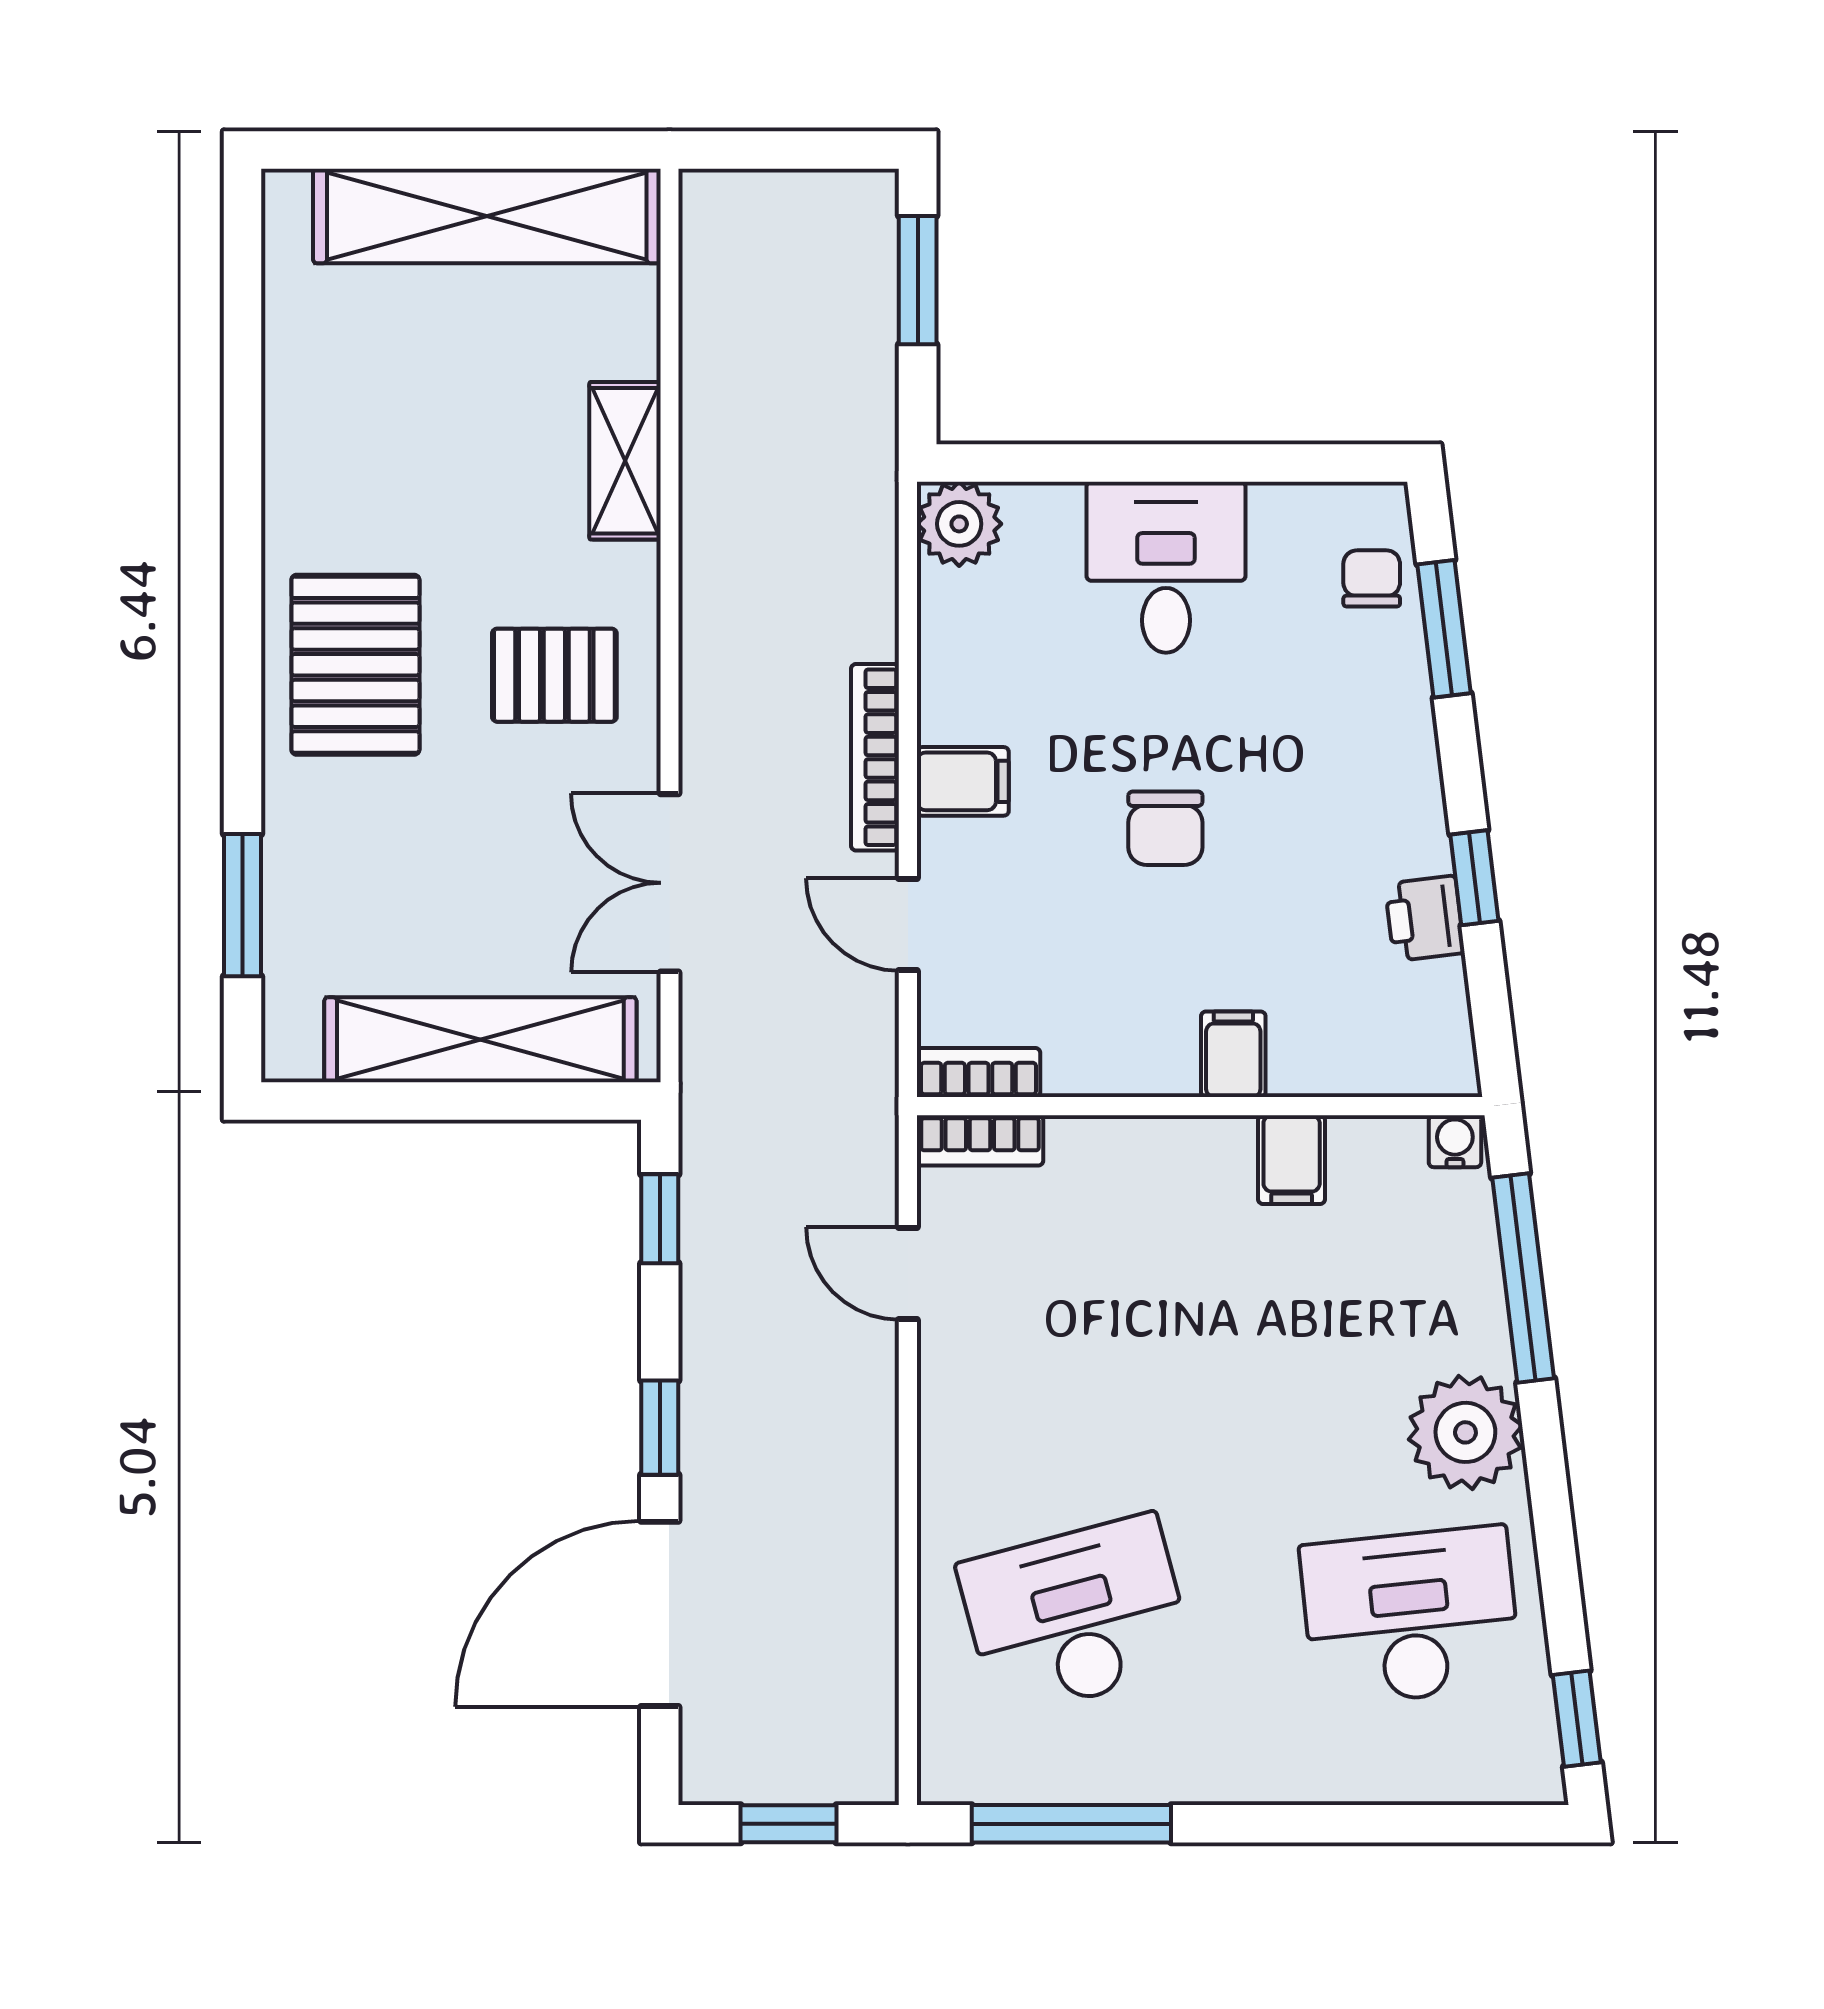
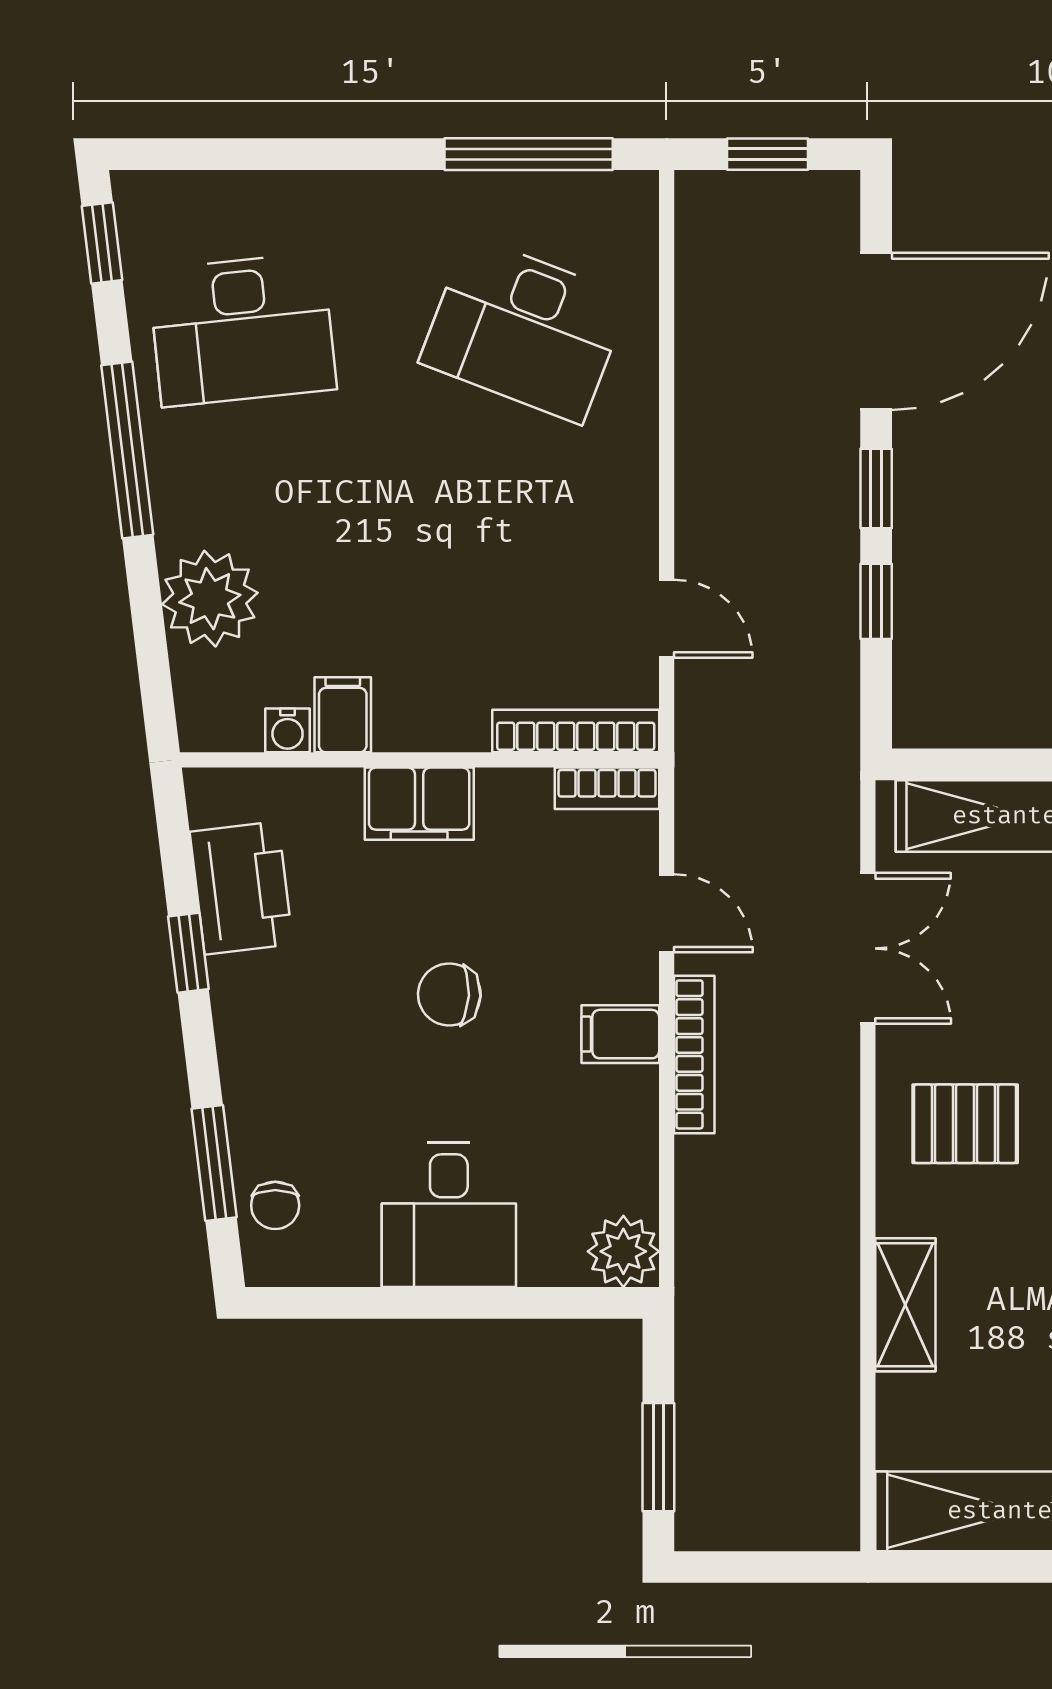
chair: (1165, 828) -> (449, 995), turned -87
printer: (1425, 918) -> (241, 888), width x1.87, depth x1.48
filing cabinet: (1233, 1054) -> (419, 804), width x2.00
bookcase: (980, 1140) -> (576, 731), width x1.56
water cooler: (1455, 1141) -> (288, 730), moved
window: (660, 1219) -> (876, 601), moved
window: (1523, 1278) -> (127, 450), moved
plant: (1465, 1432) -> (210, 599), moved
desk: (1076, 1616) -> (525, 330), turned 36

